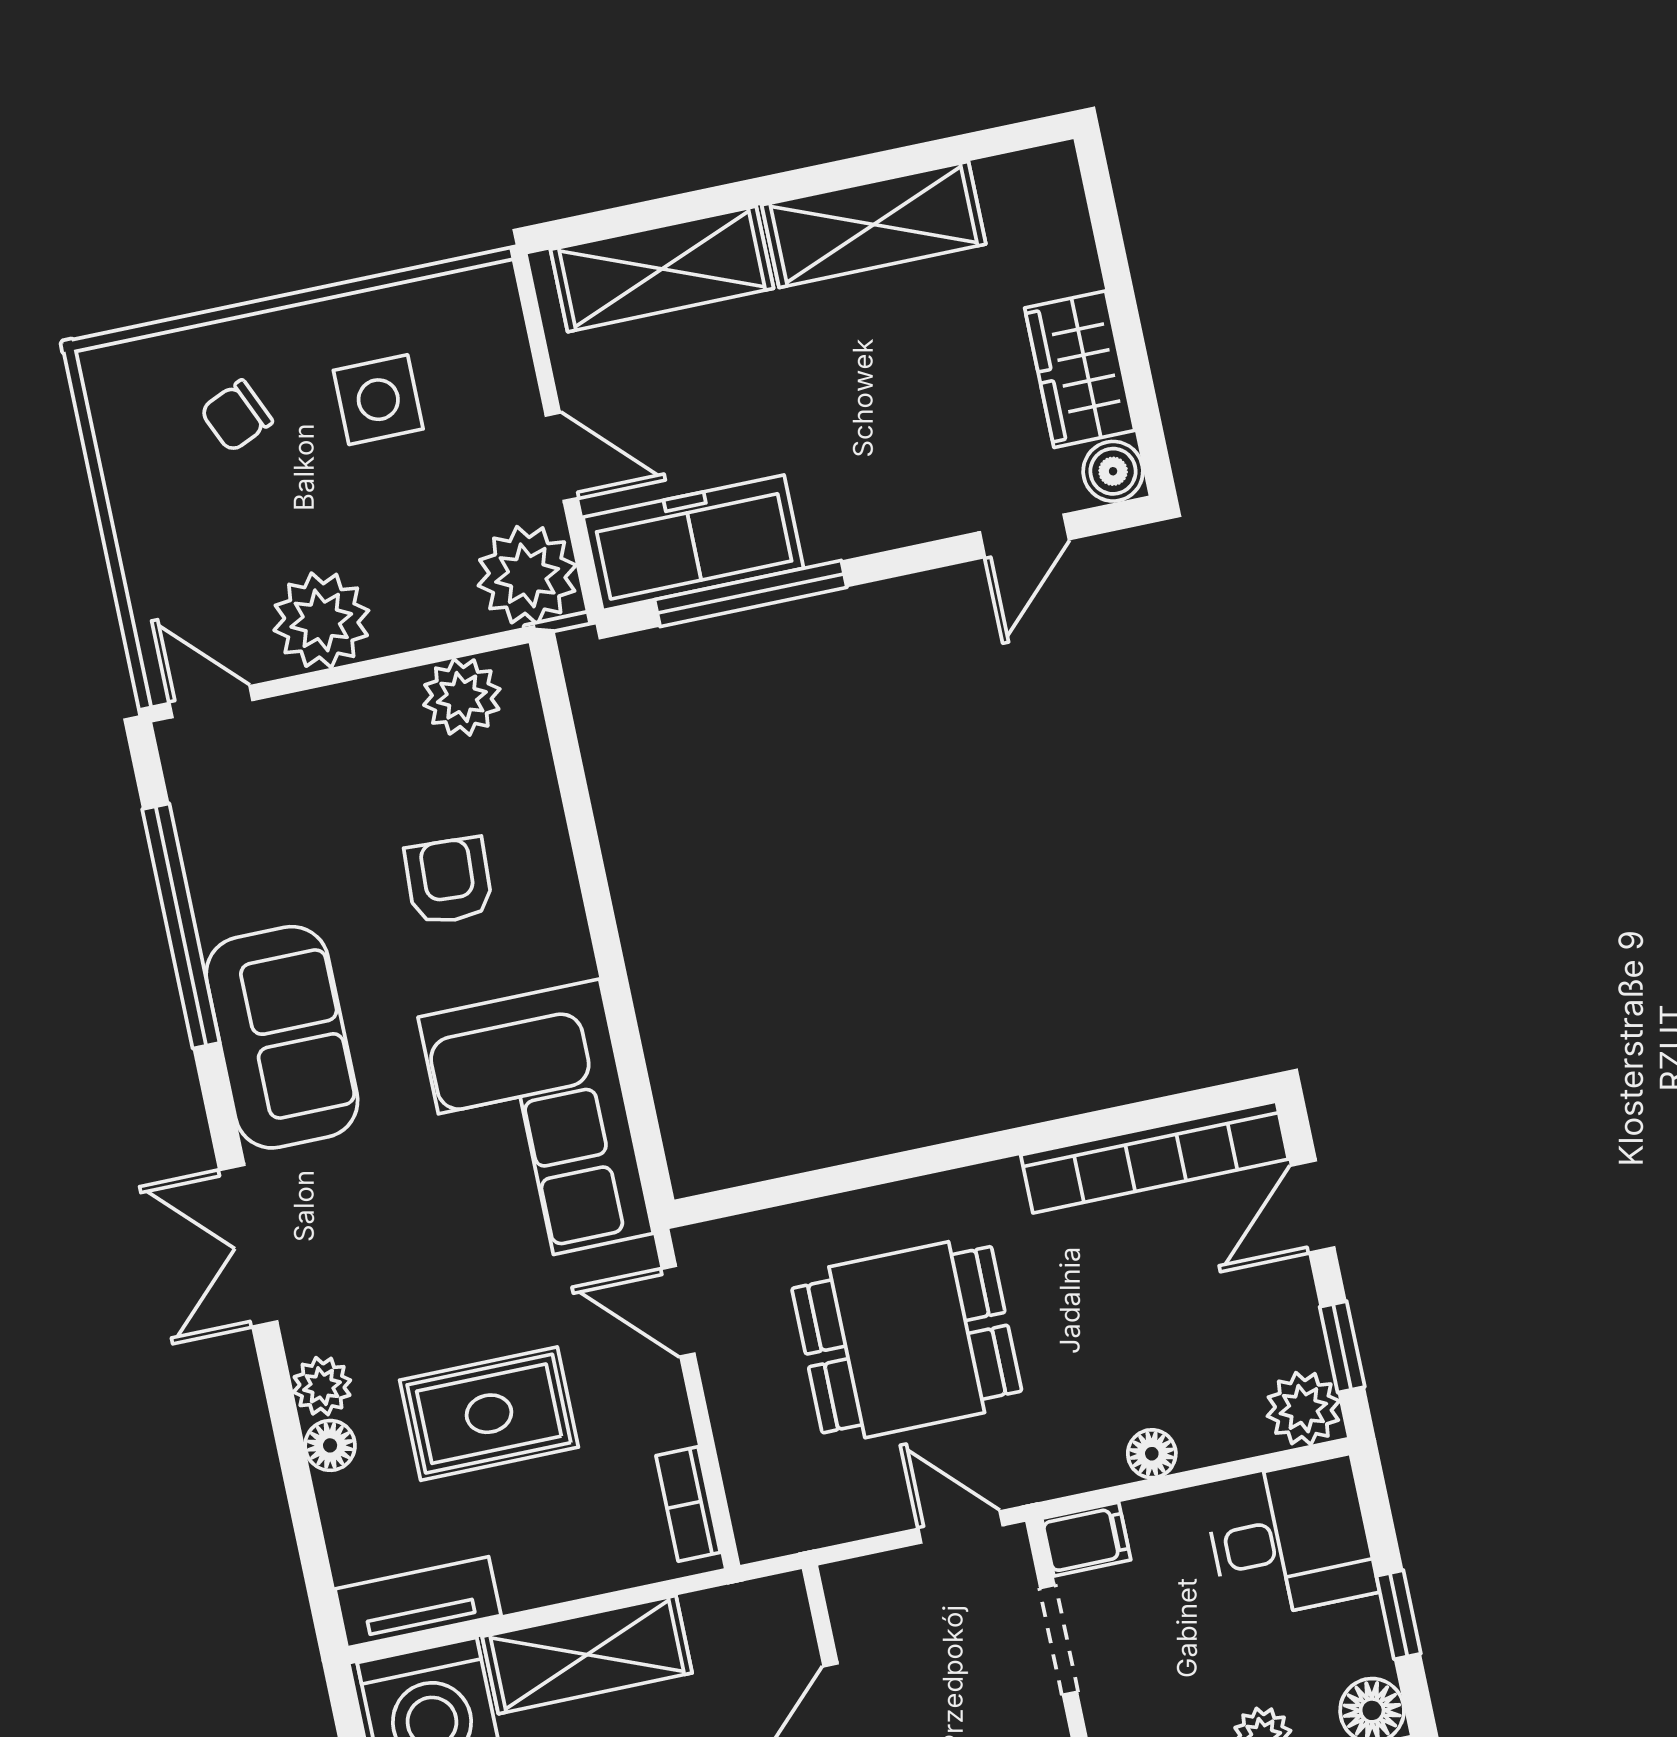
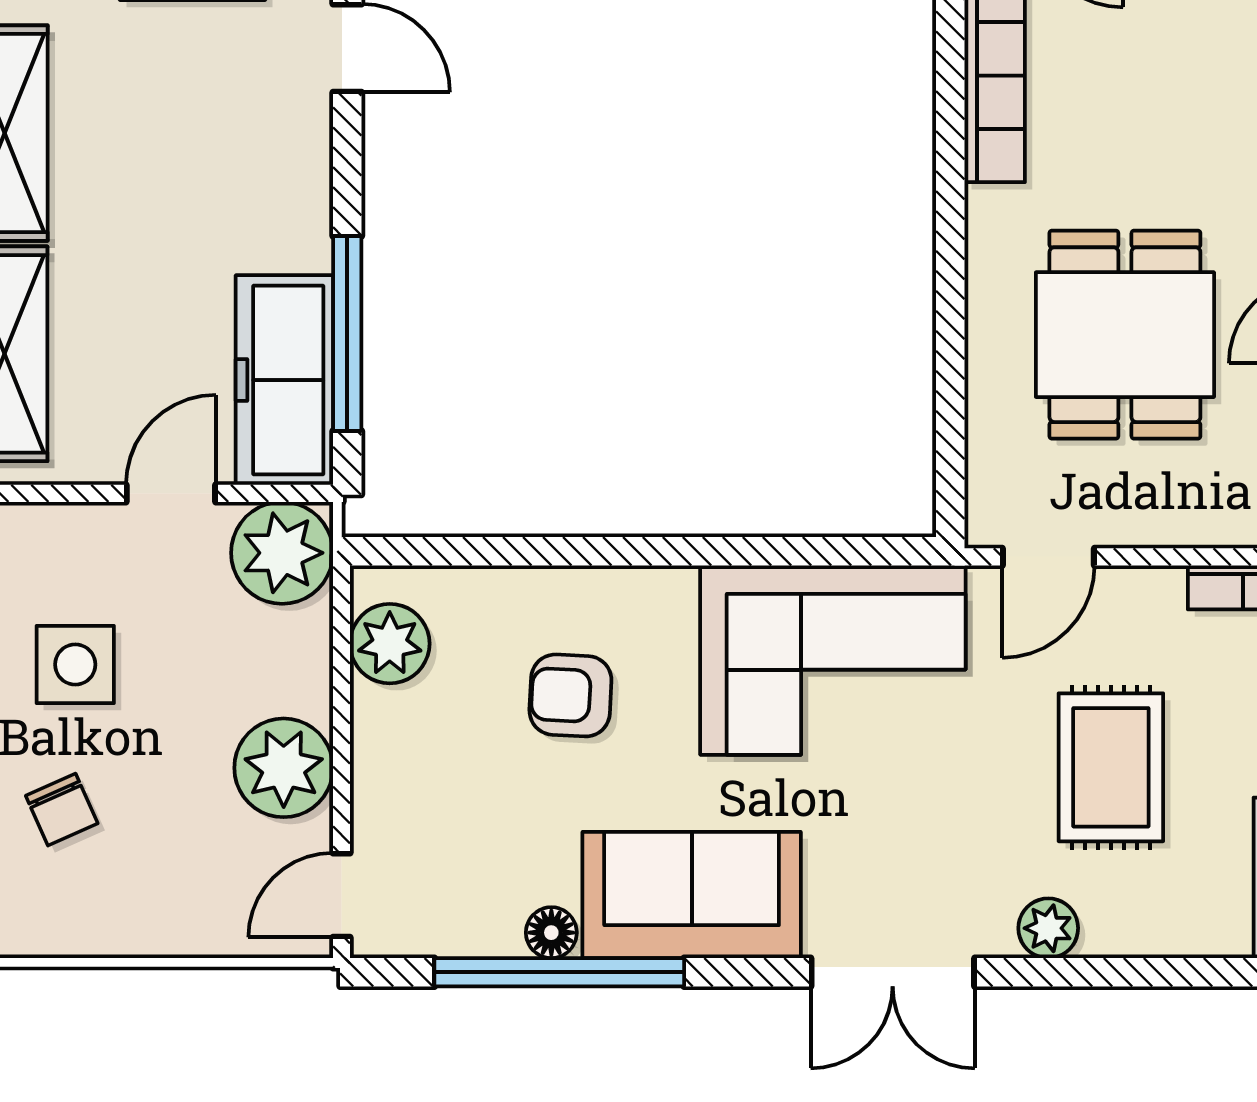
floor lamp: (330, 1445) -> (551, 933), moved

